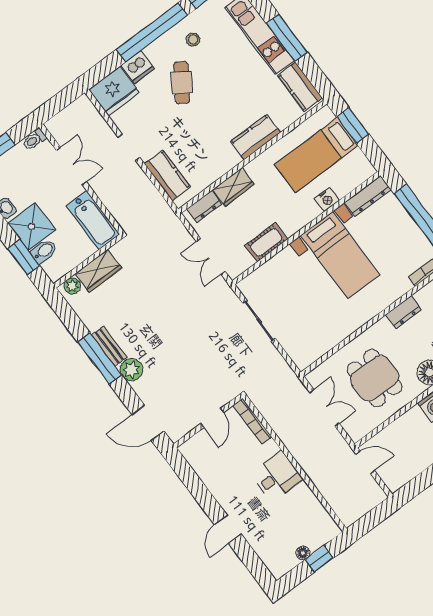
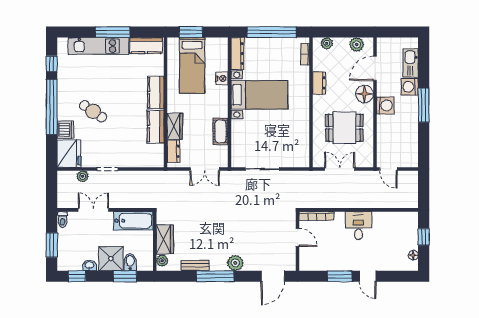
stool: (193, 39) -> (73, 86), removed
plant: (100, 126) -> (83, 176), added
kitchen counter: (167, 175) -> (156, 127), moved, turned -90
bench: (109, 346) -> (195, 265), moved
door: (365, 462) -> (388, 169), swing flipped
window: (204, 498) -> (340, 276), added
floor lamp: (303, 553) -> (413, 255), moved

